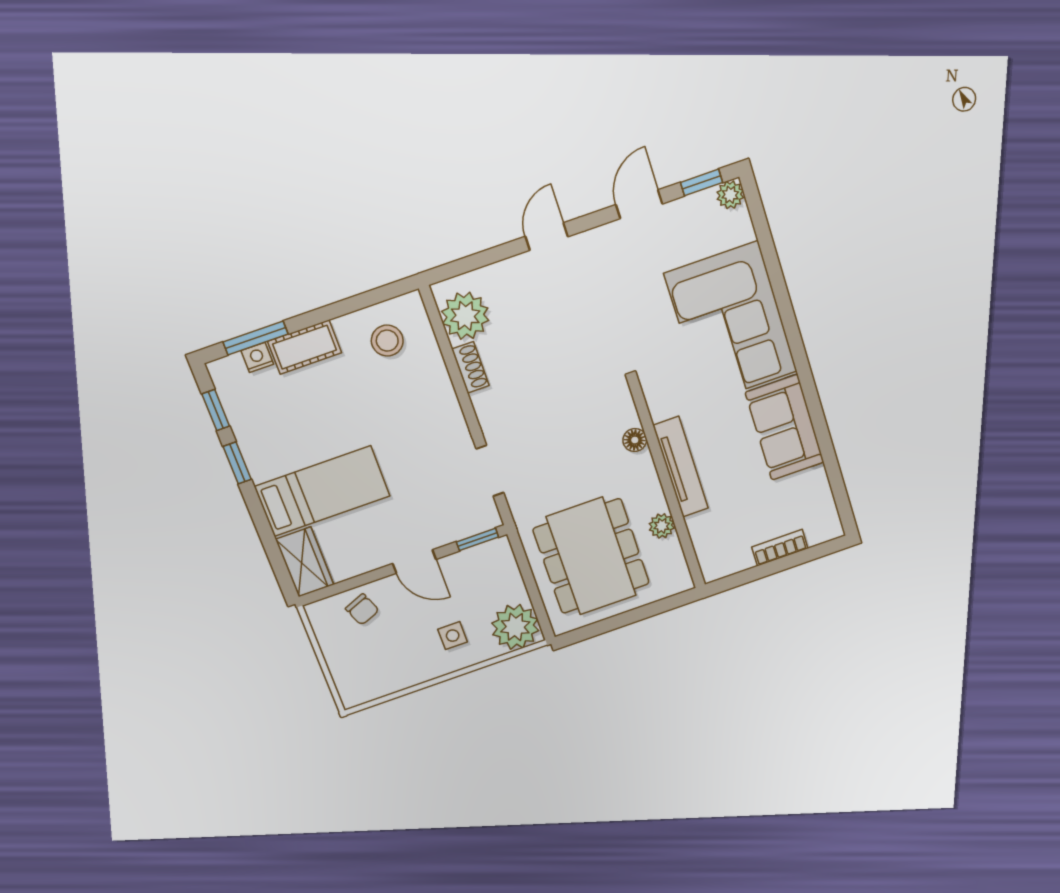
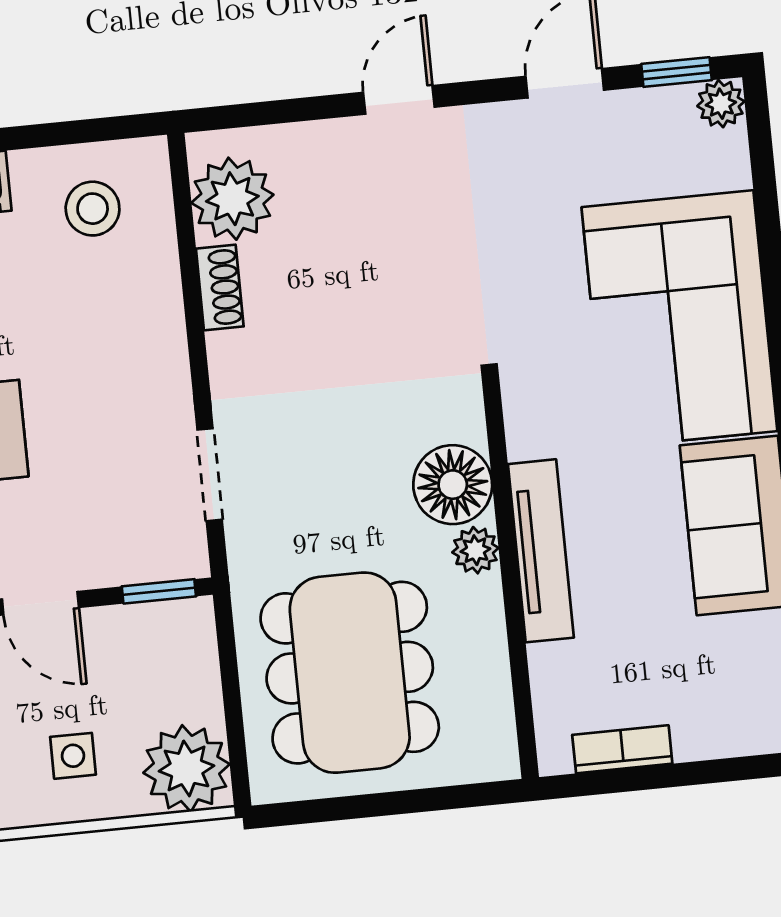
floor lamp: (635, 440) -> (453, 485), width x1.89, depth x1.89
plant: (662, 526) -> (475, 550), moved
bookcase: (780, 548) -> (622, 749), moved

